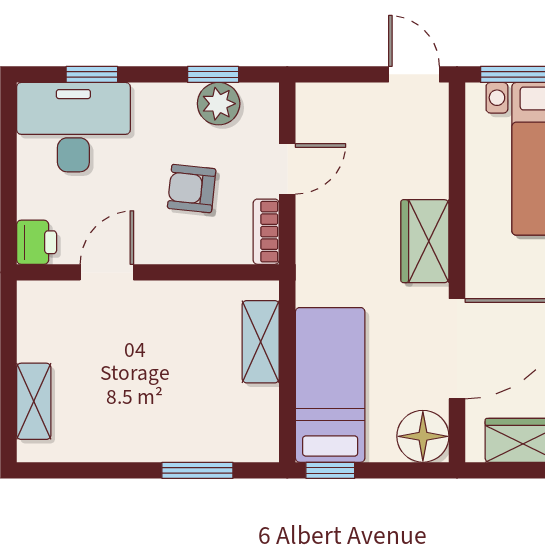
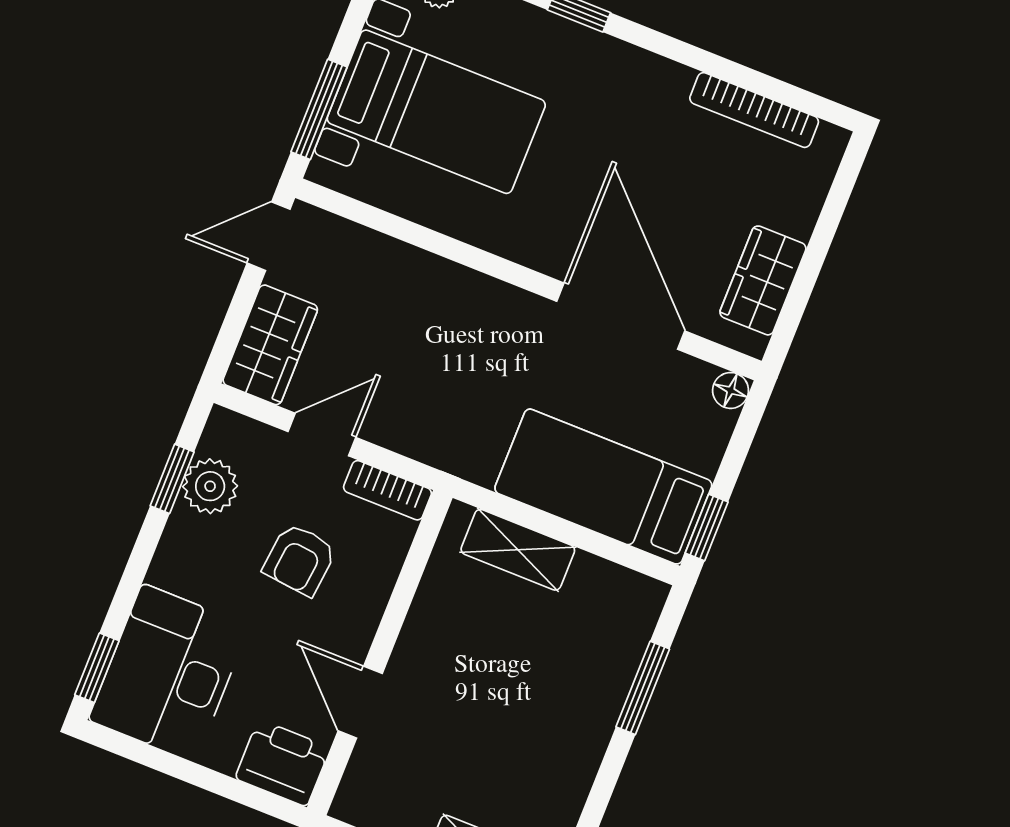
window: (92, 74) -> (97, 668), moved
door: (287, 169) -> (322, 435), hinge flipped
wardrobe: (425, 241) -> (270, 345), moved, turned -90
printer: (37, 242) -> (283, 763), width x1.36, depth x1.24
floor lamp: (423, 436) -> (731, 390), width x0.53, depth x0.53

